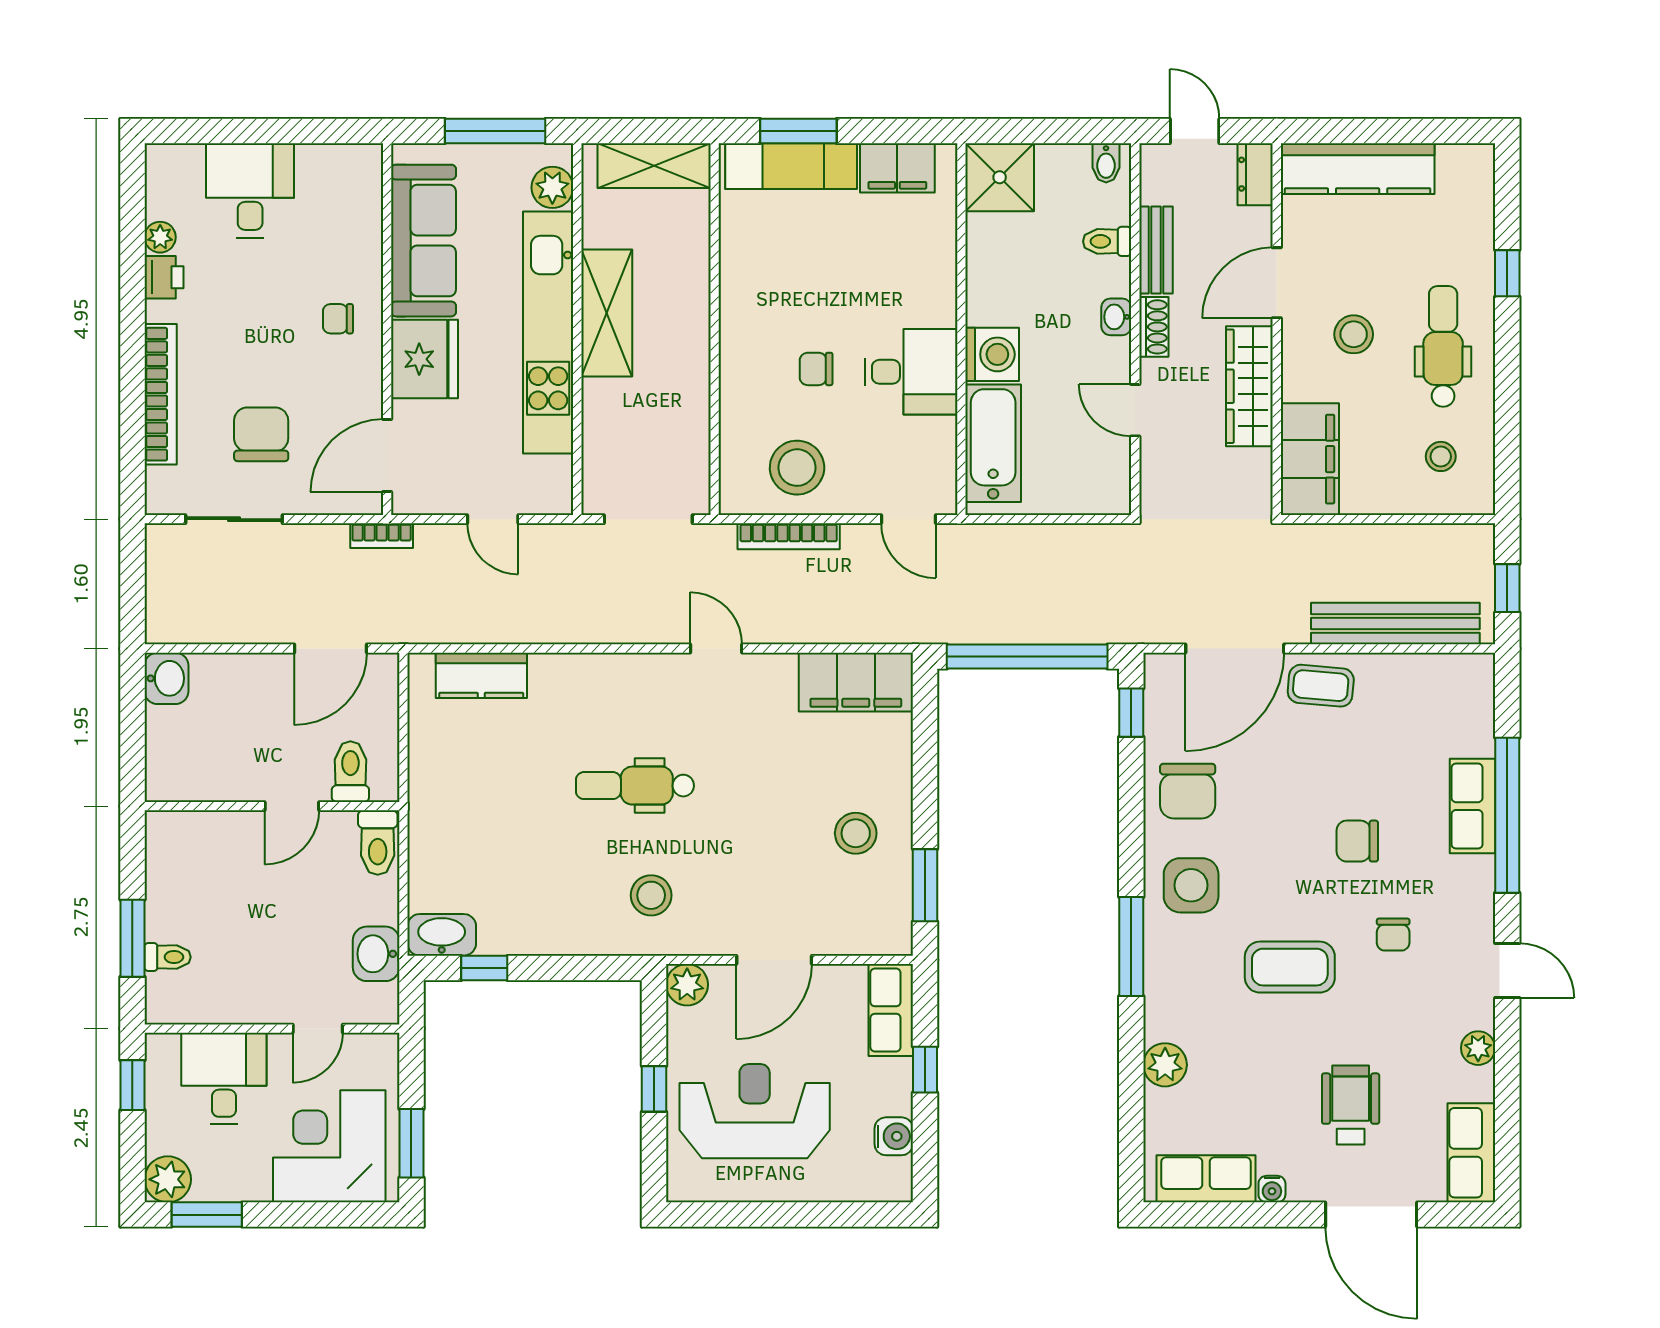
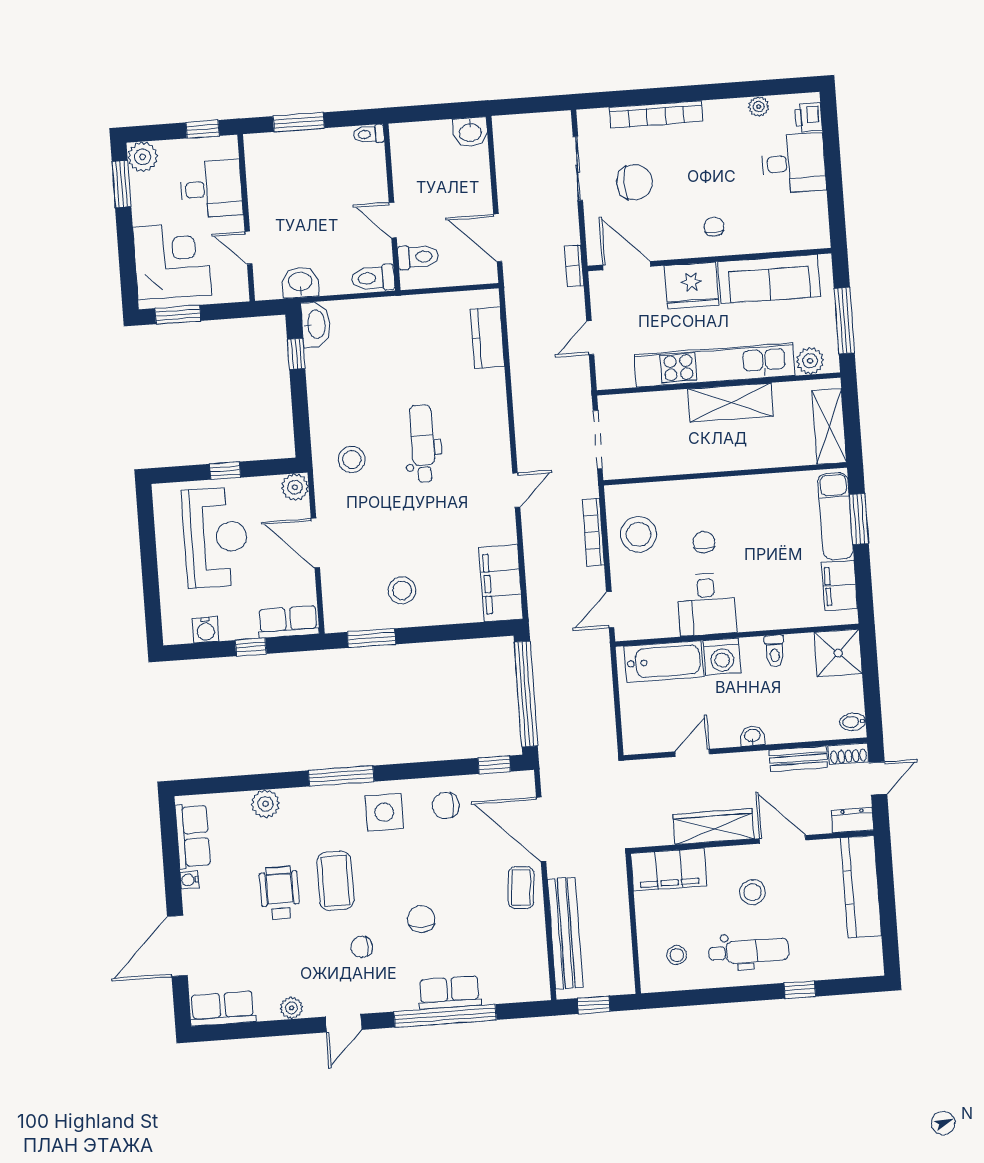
toilet: (1107, 241) -> (775, 651), moved, turned 180
printer: (164, 277) -> (809, 117), moved, turned 90
shoe rack: (1154, 327) -> (848, 754), moved
chair: (1188, 791) -> (446, 805), width x0.73, depth x0.73
toilet: (168, 957) -> (369, 134), moved, turned 90
wheelchair: (1351, 1105) -> (280, 893), moved, turned -90

